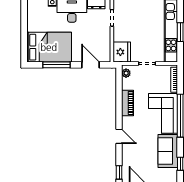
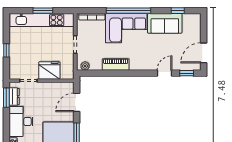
fridge: (122, 52) -> (49, 70), moved
door: (119, 136) -> (164, 73), moved

